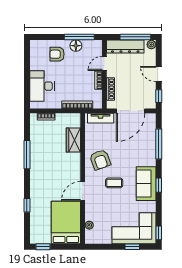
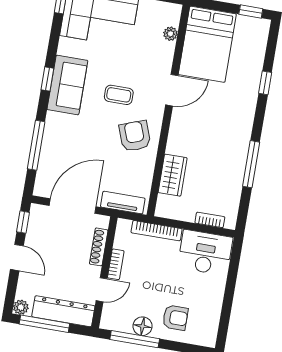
desk: (42, 86) -> (205, 253), moved, turned -90

